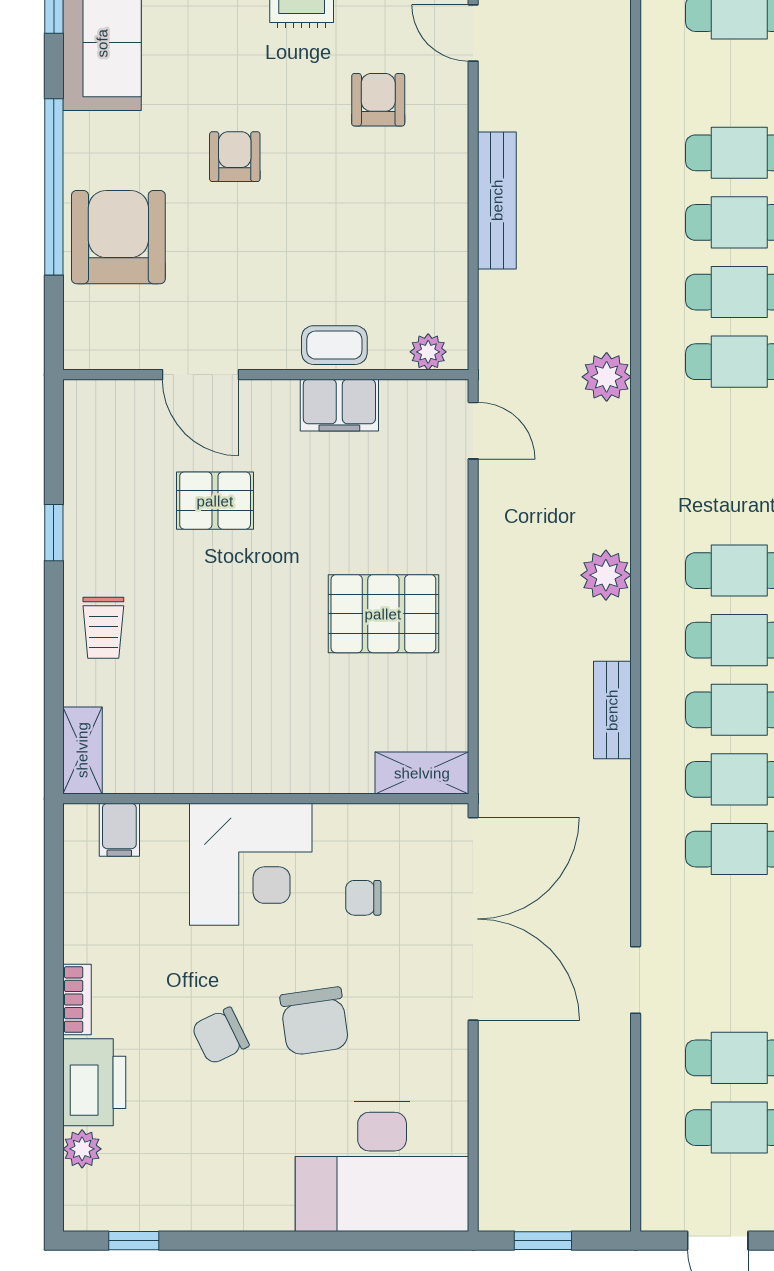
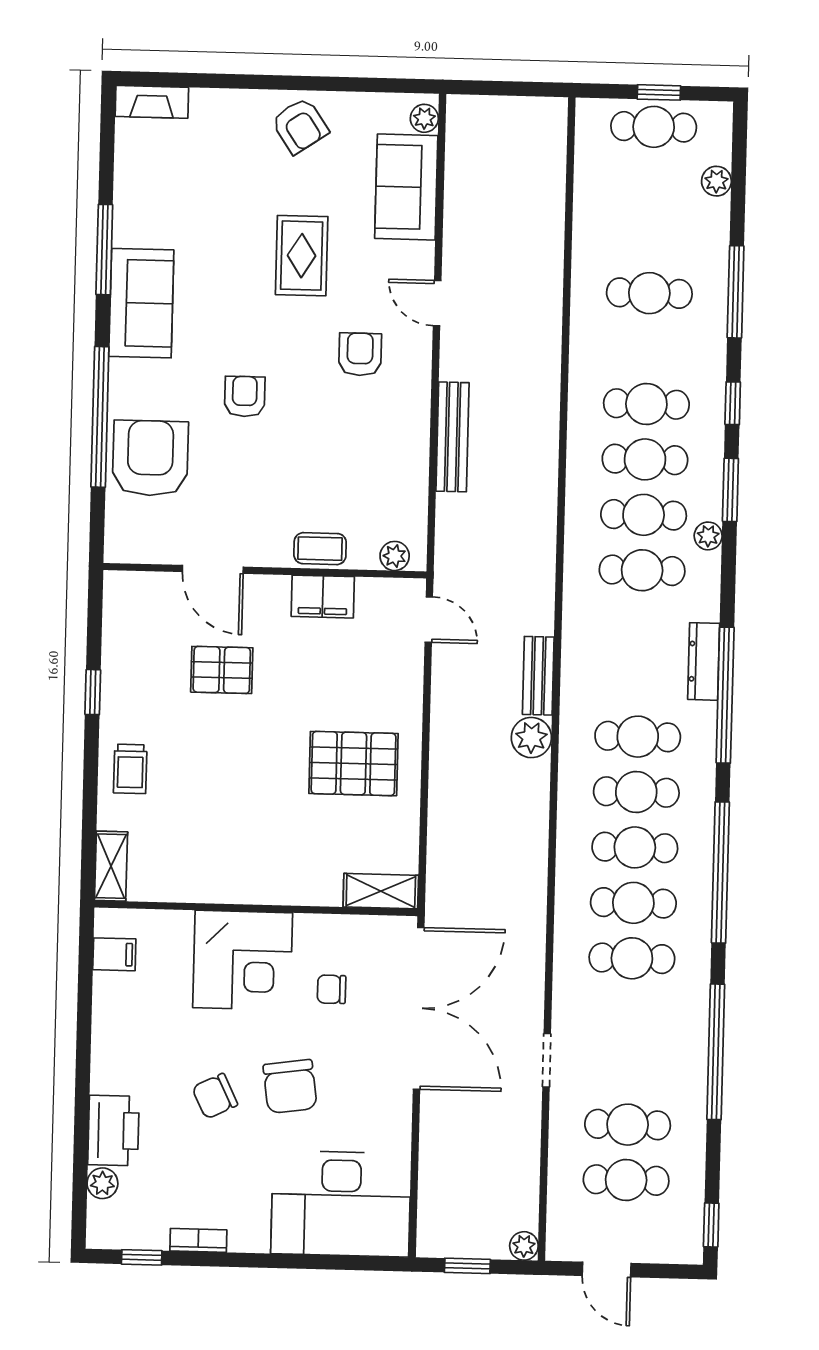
plant: (607, 377) -> (524, 1246), moved, width x0.73, depth x0.73
bench: (612, 710) -> (538, 676), moved
filing cabinet: (119, 830) -> (114, 954), moved, turned -90
bookcase: (77, 1000) -> (198, 1240), moved, turned -90

